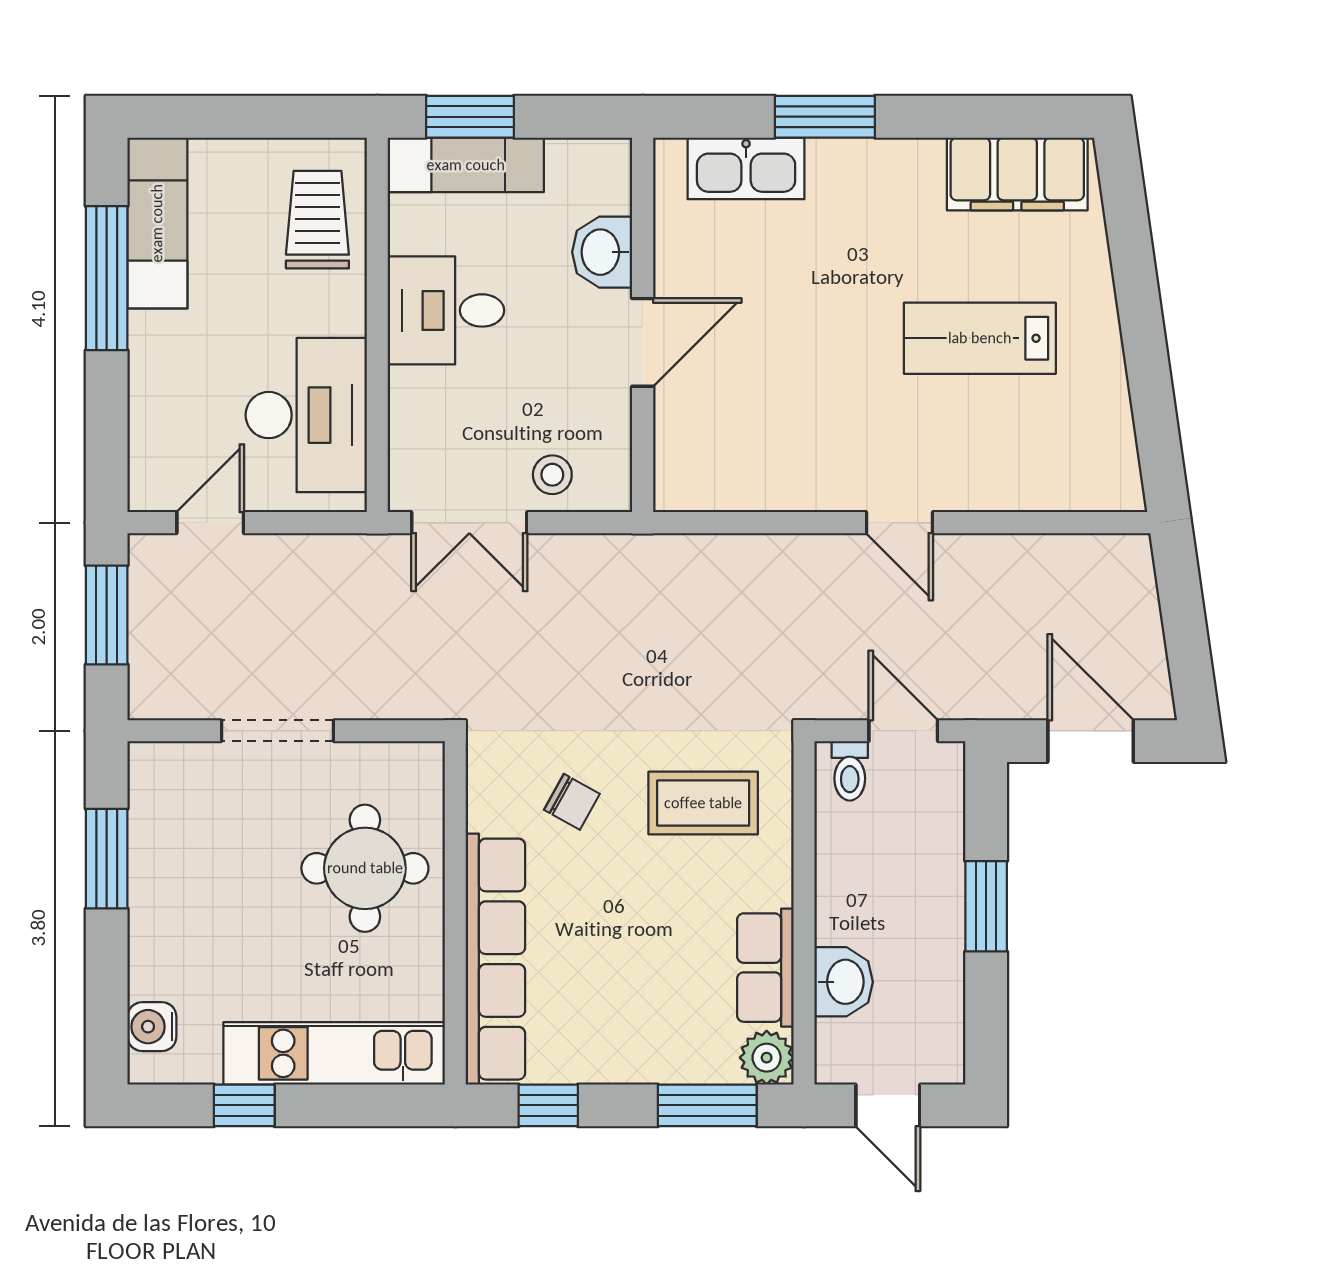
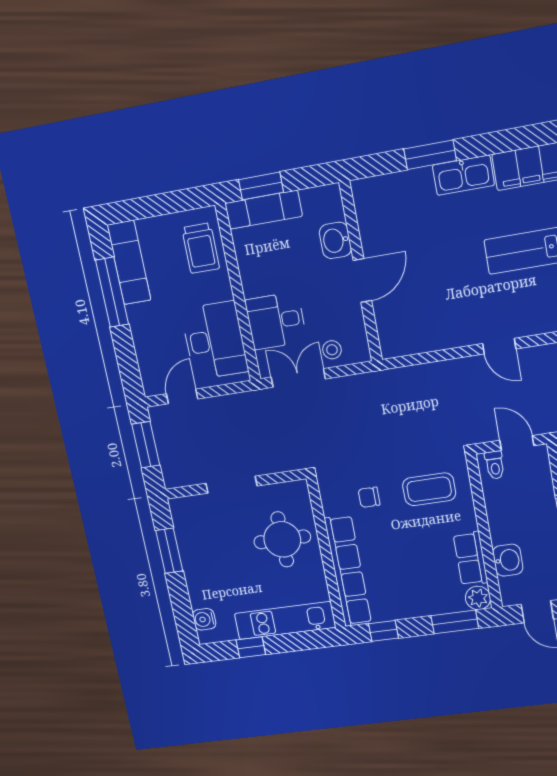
kitchen sink: (746, 168) -> (463, 175), moved
trolley: (317, 220) -> (201, 248), turned 180
desk: (446, 310) -> (276, 321), moved
double door: (469, 523) -> (298, 378), swing flipped
chair: (572, 802) -> (369, 497), turned 151

